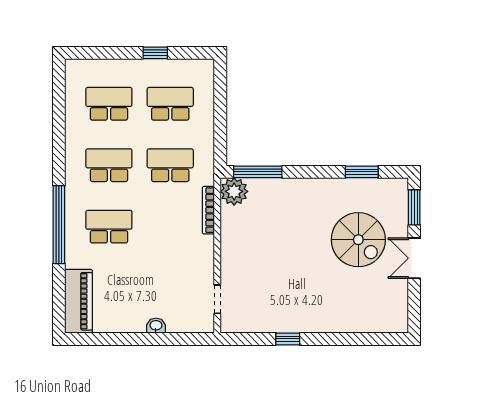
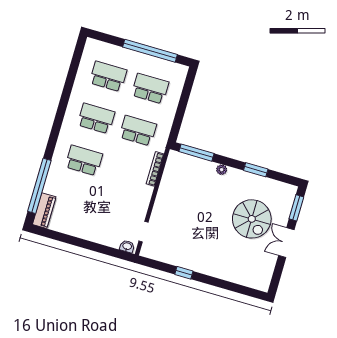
window: (155, 53) -> (150, 51), width x3.17
window: (362, 172) -> (256, 170), moved
plant: (234, 191) -> (222, 170), moved, width x0.53, depth x0.53
window: (59, 225) -> (39, 186), moved
piano: (79, 301) -> (44, 211), width x0.73, depth x0.75
washbasin: (156, 326) -> (127, 246), moved

